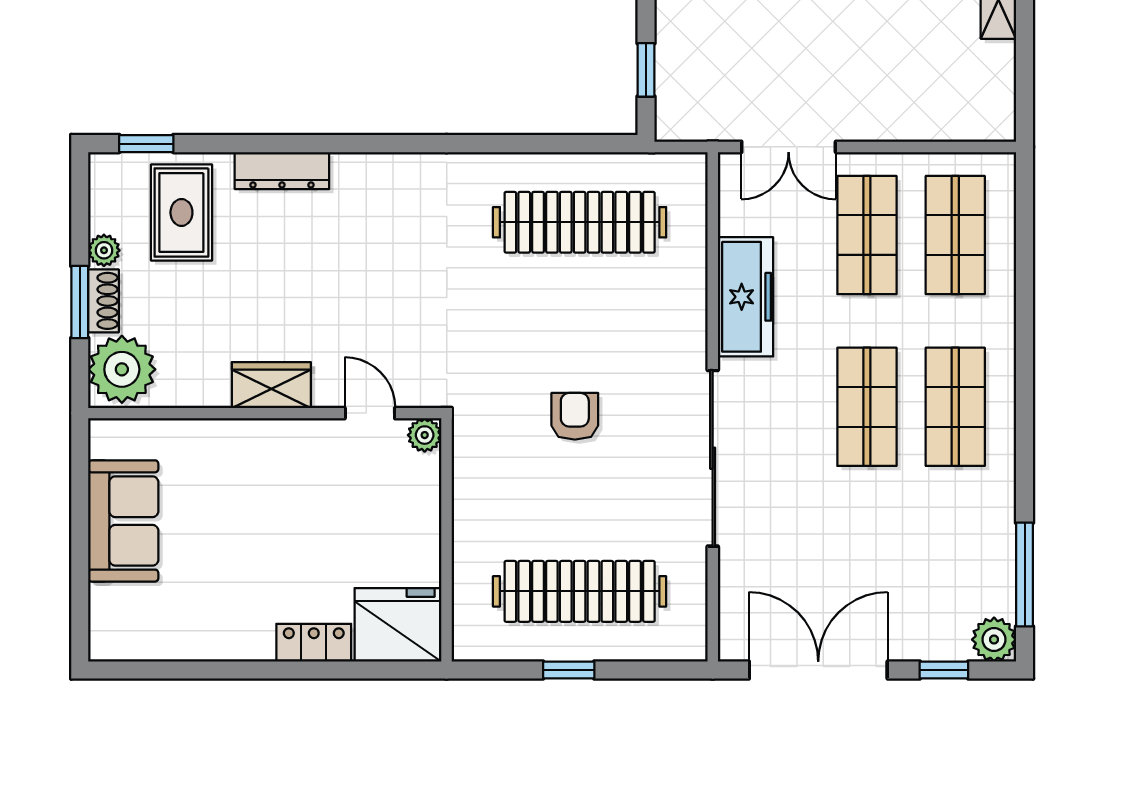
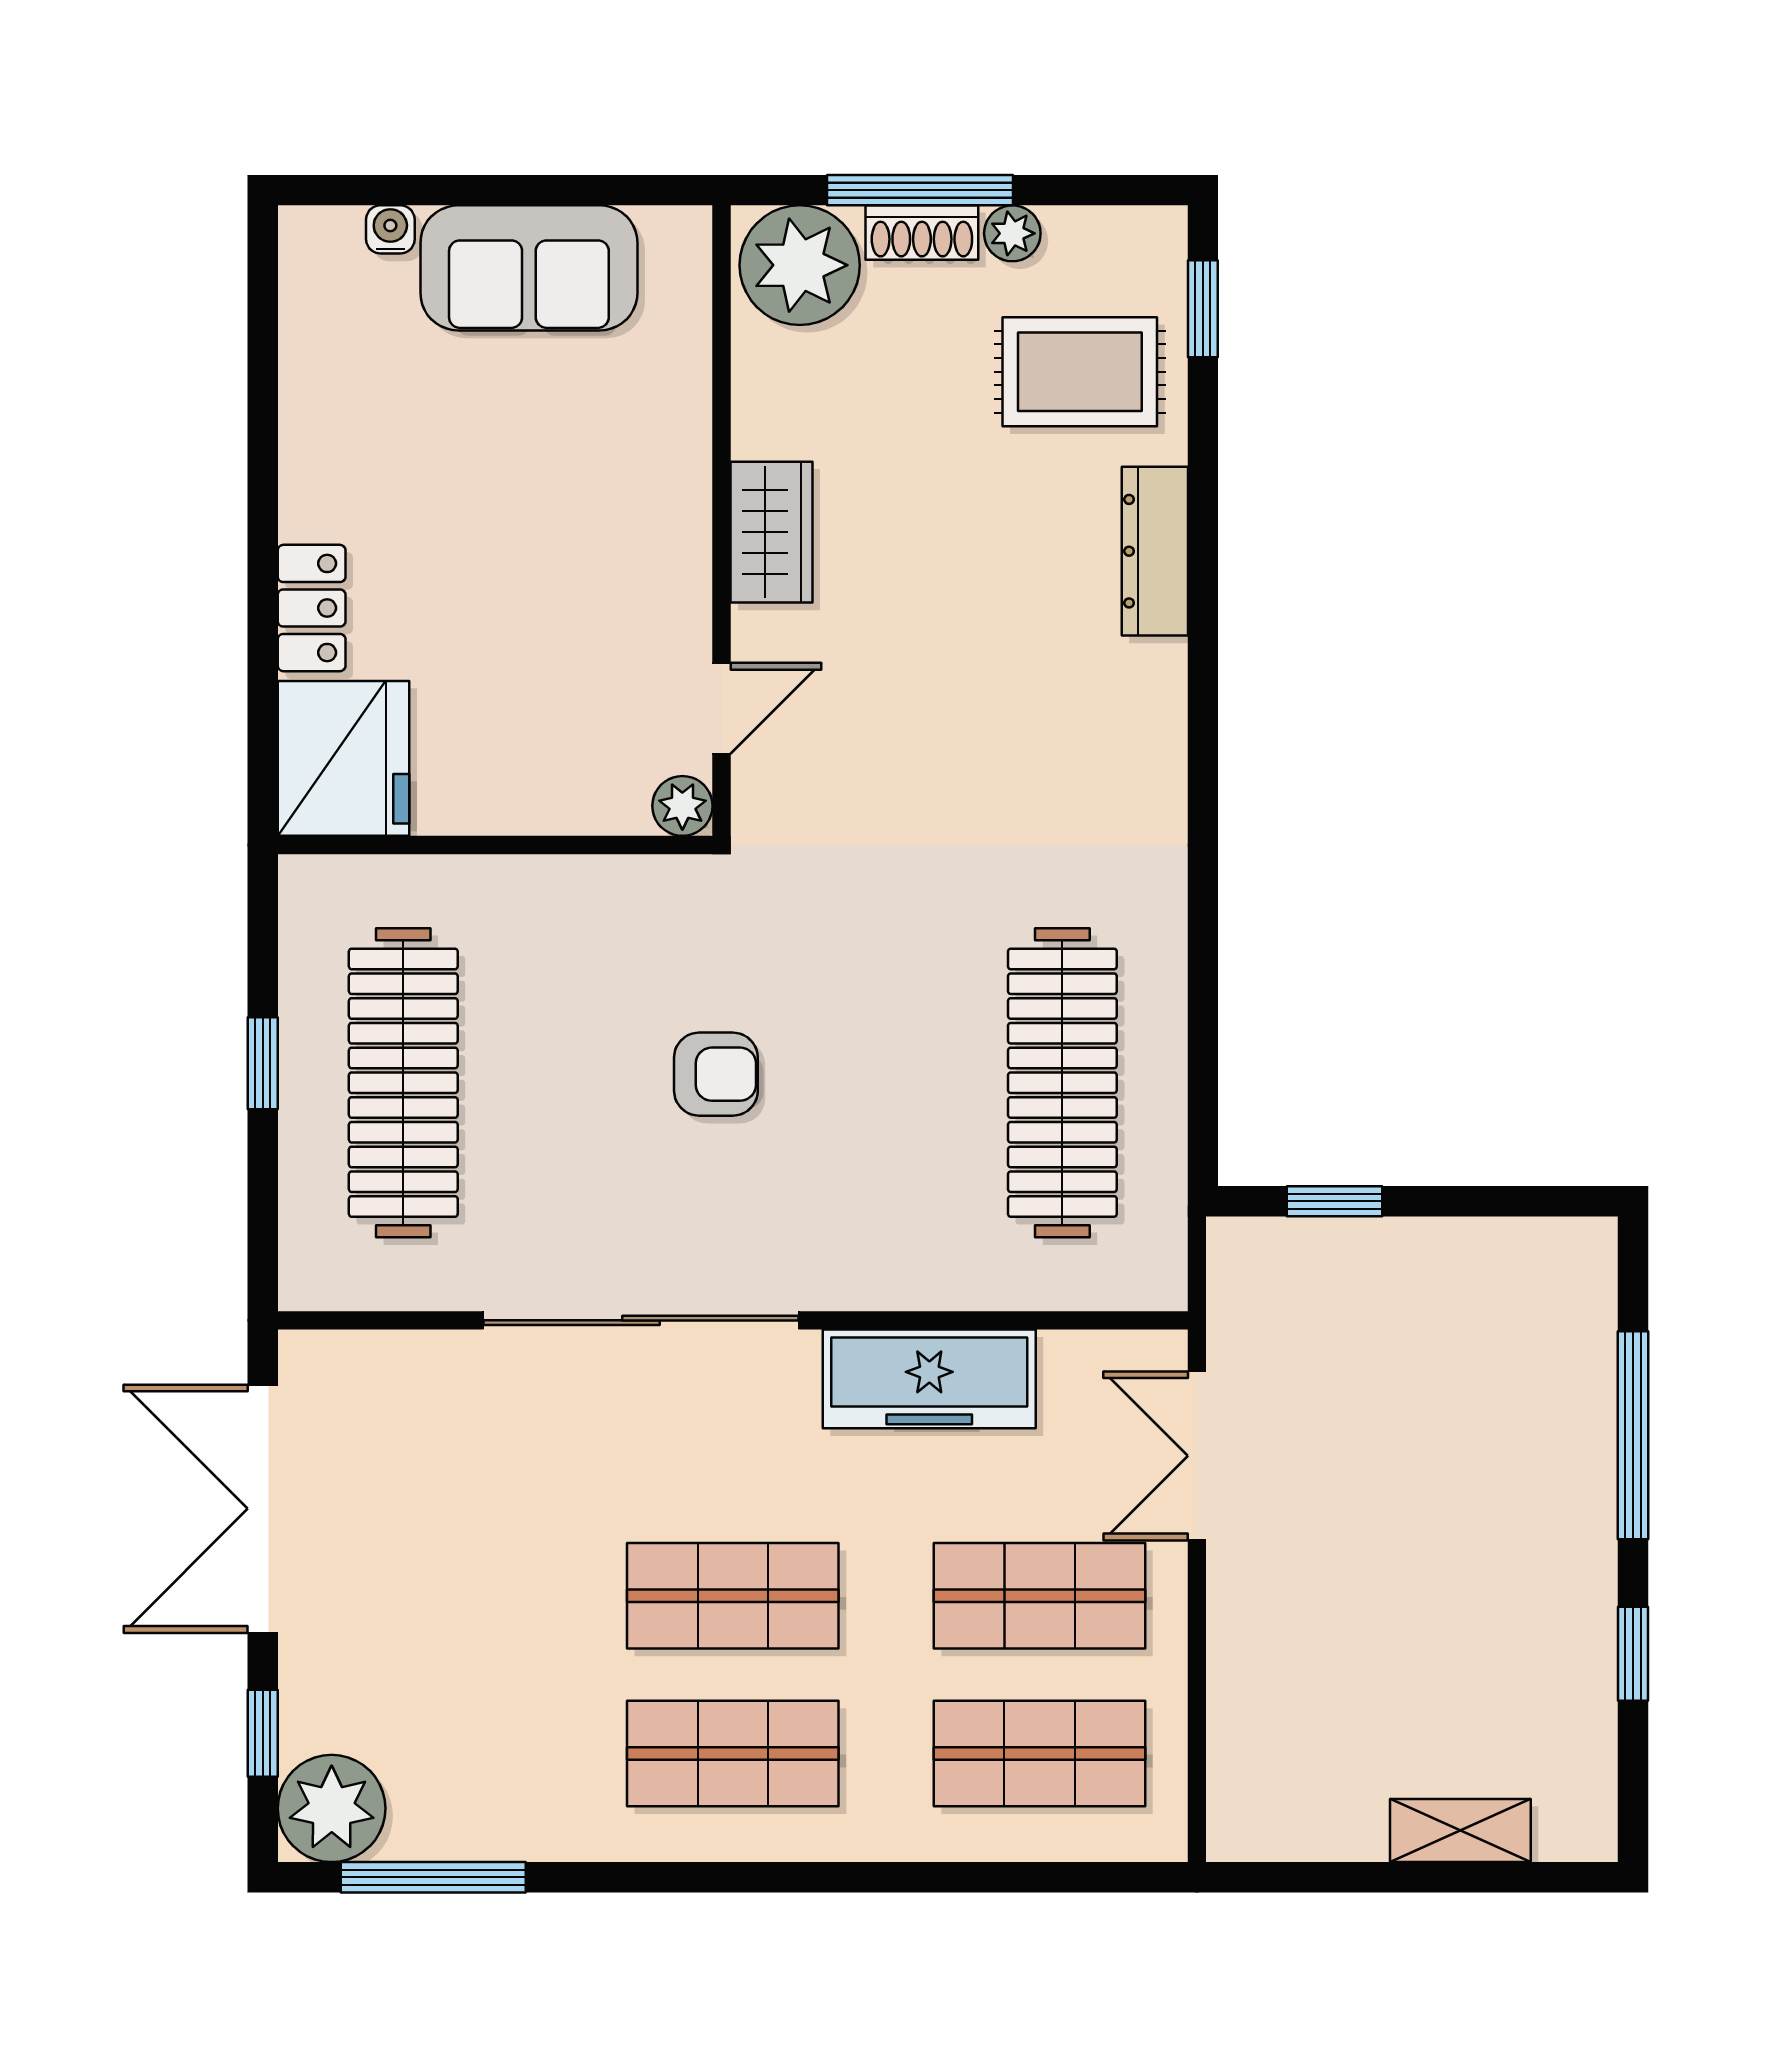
window: (80, 302) -> (920, 190), width x1.44
water cooler: (102, 599) -> (390, 229), added
plant: (994, 640) -> (332, 1808), width x1.36, depth x1.36
double door: (818, 670) -> (263, 1509), swing flipped

